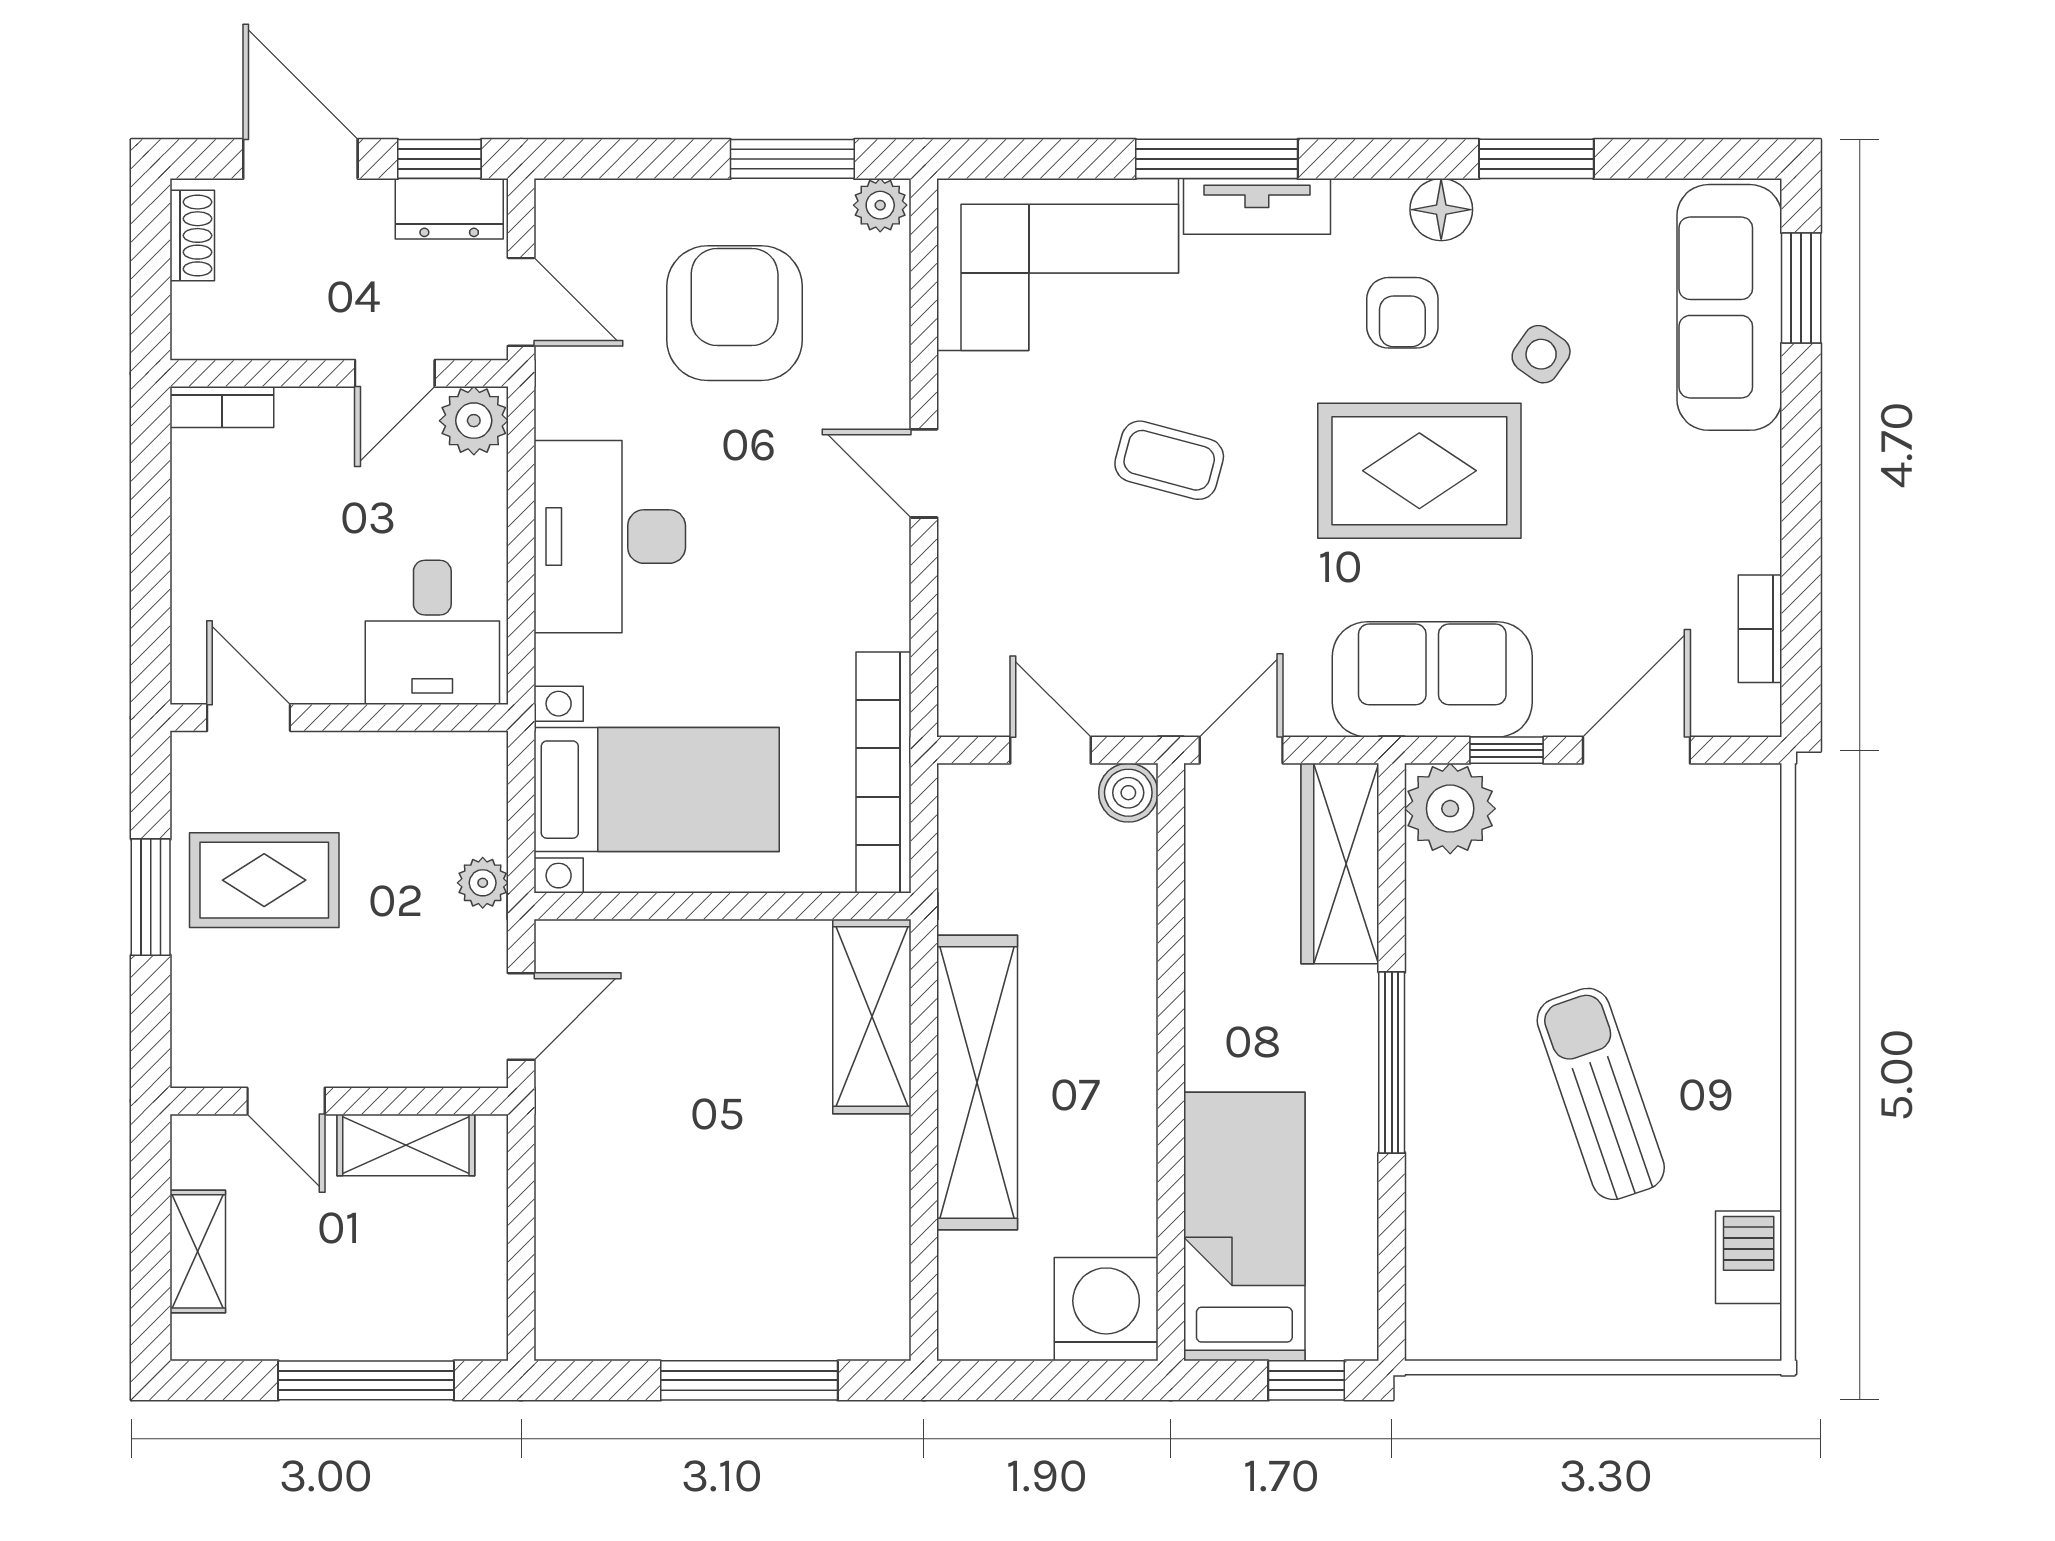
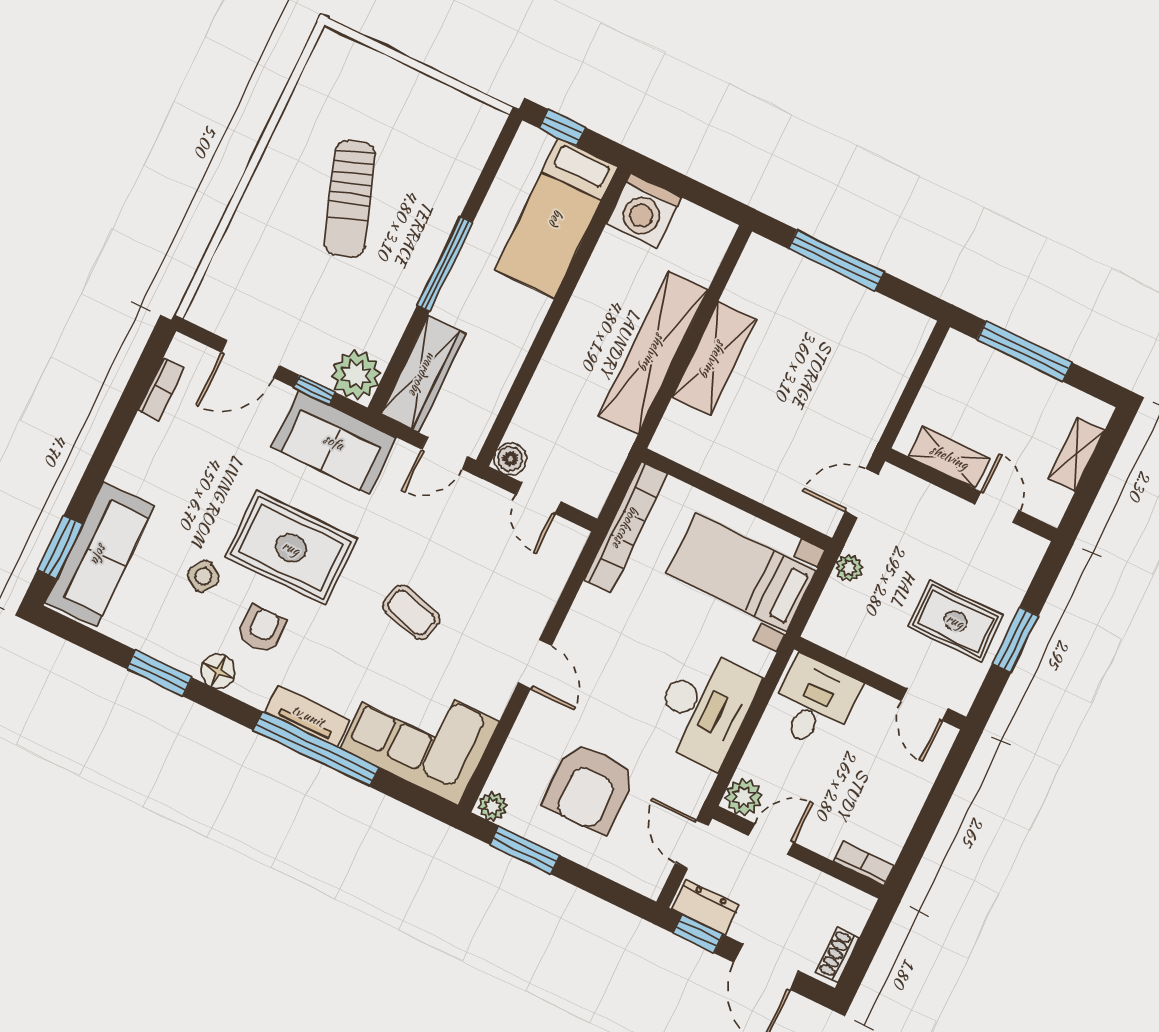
window: (1217, 159) -> (316, 749), width x1.46
shelving: (872, 1017) -> (714, 359), moved
barbecue: (1749, 1257) -> (316, 83), removed

